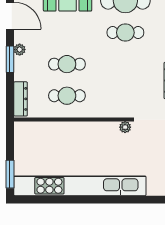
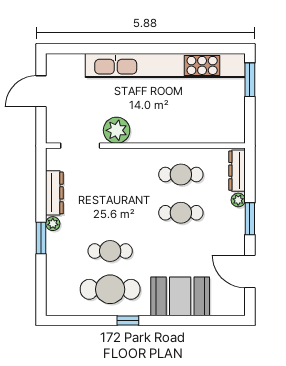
plant: (20, 50) -> (238, 200), moved
plant: (125, 127) -> (117, 130), width x1.87, depth x1.87

